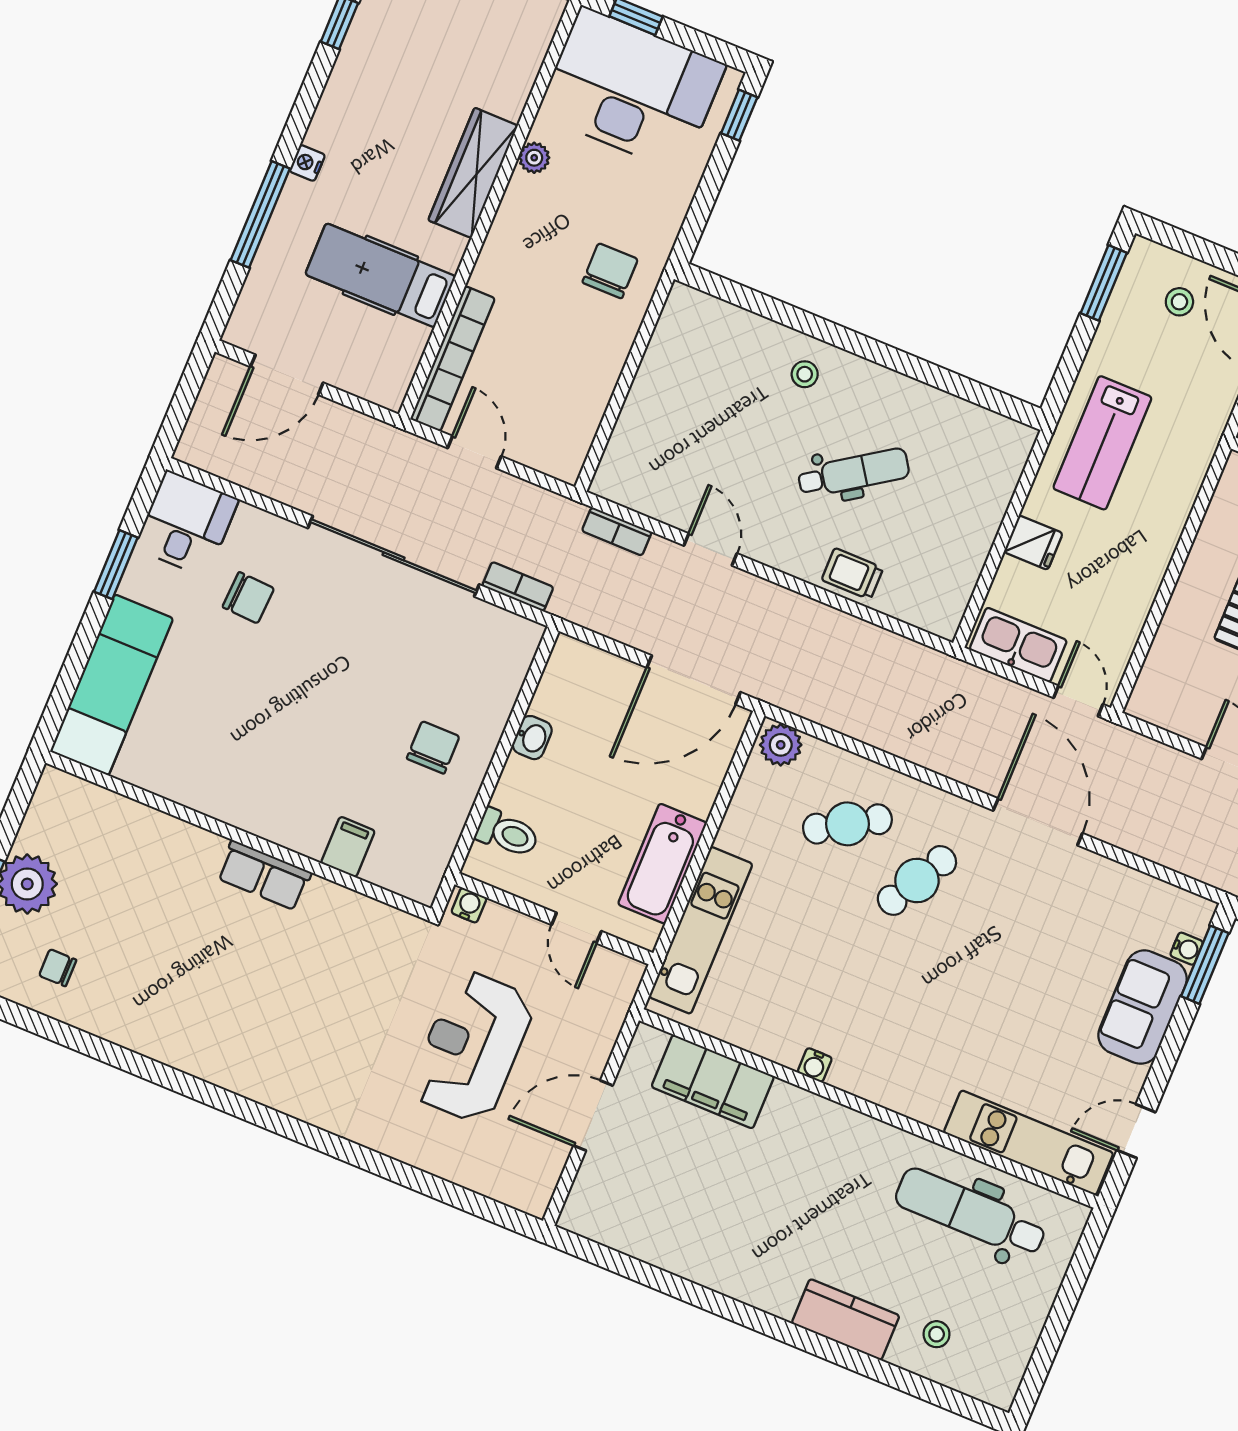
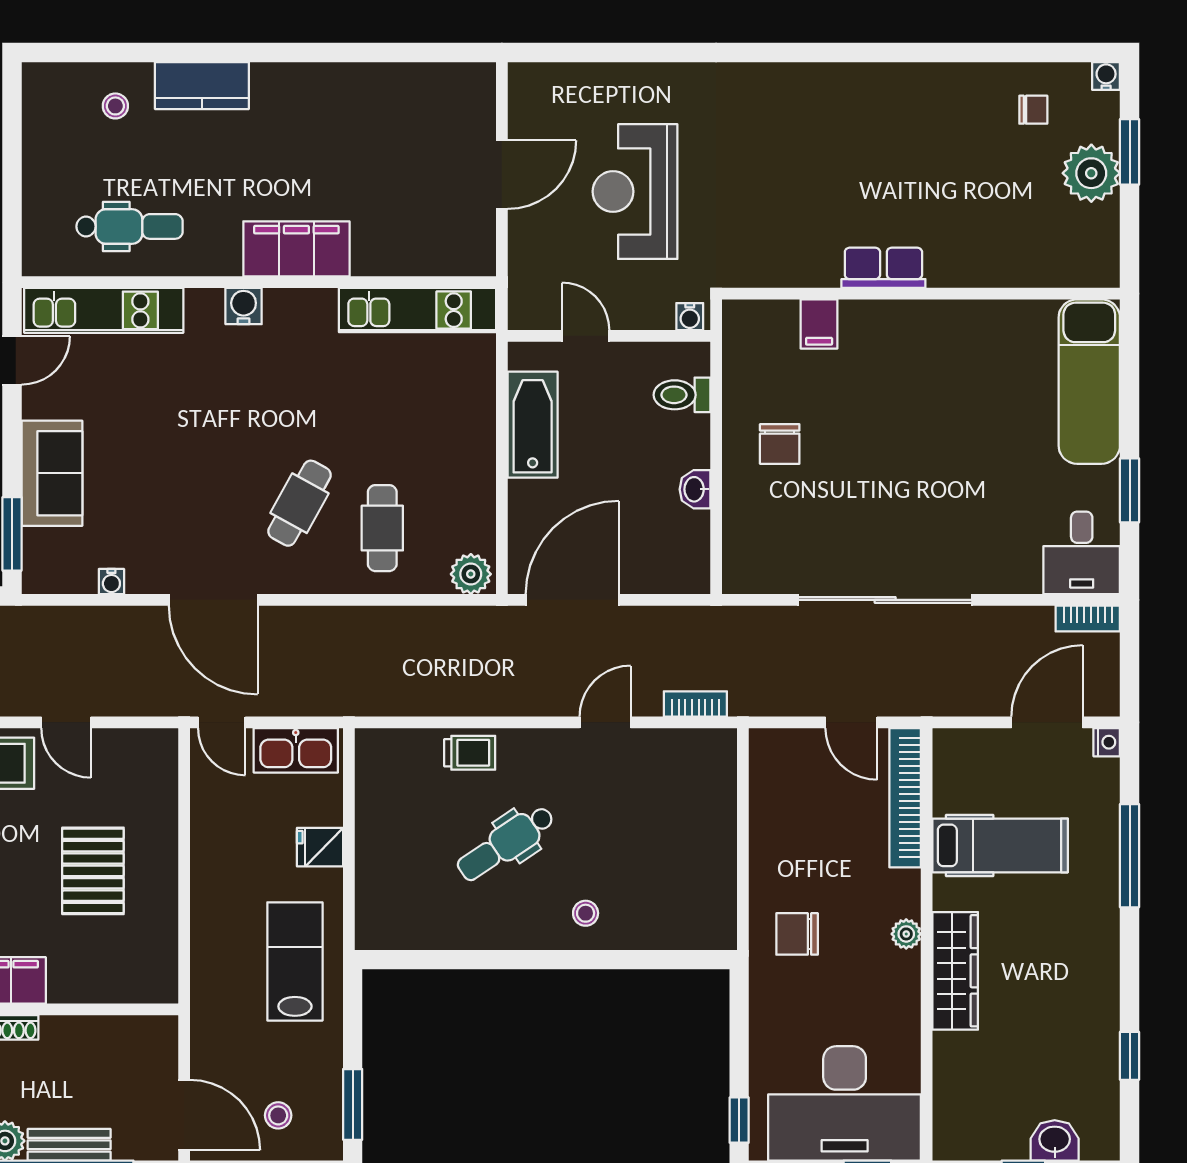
plant: (534, 158) -> (906, 934), moved
nightstand: (307, 163) -> (1107, 742), moved
chair: (610, 271) -> (797, 934), turned 90
door: (710, 549) -> (605, 722), swing flipped
bookcase: (518, 587) -> (1088, 619), moved
chair: (248, 598) -> (999, 510), removed
cafe table: (847, 824) -> (382, 528), turned -59
kitchen unit: (701, 930) -> (418, 310), moved, turned -90
water cooler: (1187, 949) -> (111, 582), moved, turned -90
reception desk: (472, 1047) -> (635, 192), turned 180
water cooler: (815, 1065) -> (244, 306), moved, width x1.38, depth x1.38
filing cabinet: (713, 1082) -> (296, 249), moved
dental chair: (971, 1213) -> (130, 226), width x0.73, depth x0.72

